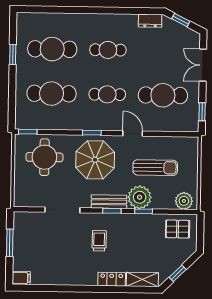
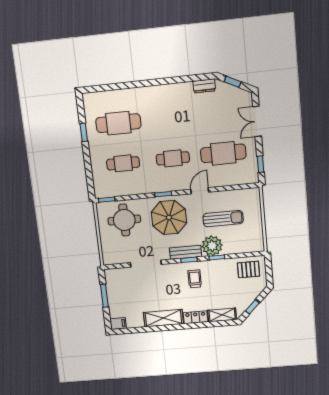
cafe table: (108, 50) -> (169, 118), removed
cafe table: (52, 94) -> (123, 163), width x0.73, depth x0.74
door: (133, 133) -> (200, 191), hinge flipped
plant: (184, 201) -> (252, 245), removed
trolley: (99, 241) -> (195, 279), moved
shelving: (75, 277) -> (163, 318), added

